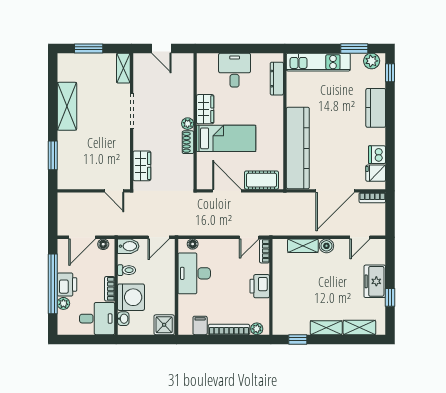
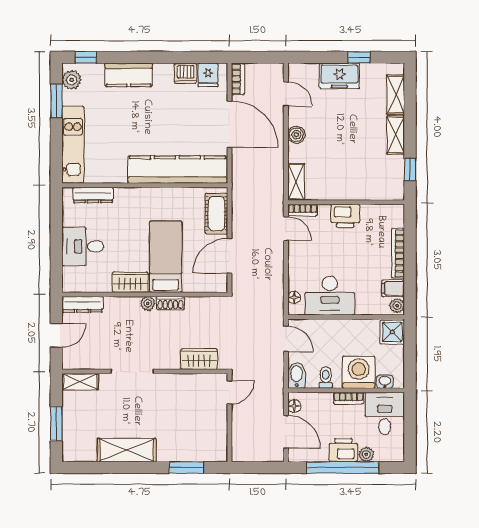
dresser: (187, 70) -> (83, 304), added
shelving: (303, 246) -> (296, 182), moved
plant: (257, 329) -> (397, 306), moved

